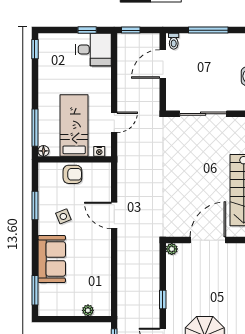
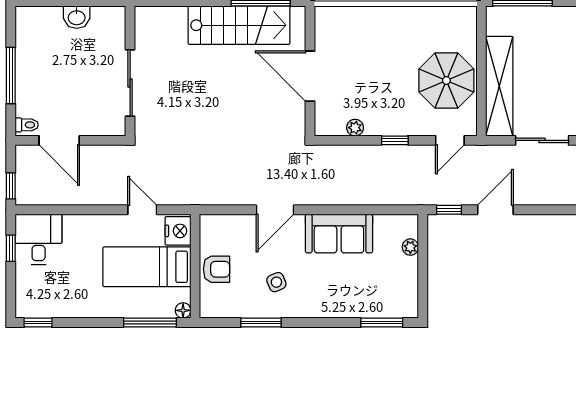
nightstand: (99, 151) -> (178, 231), width x1.89, depth x1.79
armchair: (72, 174) -> (216, 269), turned 90
plant: (172, 249) -> (355, 128), moved
sofa: (52, 259) -> (339, 234), moved, turned 180

